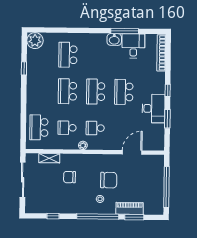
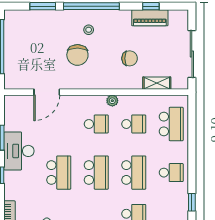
school desk: (39, 91) -> (171, 173), added
chair: (109, 180) -> (77, 55), turned -89
piano: (130, 208) -> (150, 18), moved

